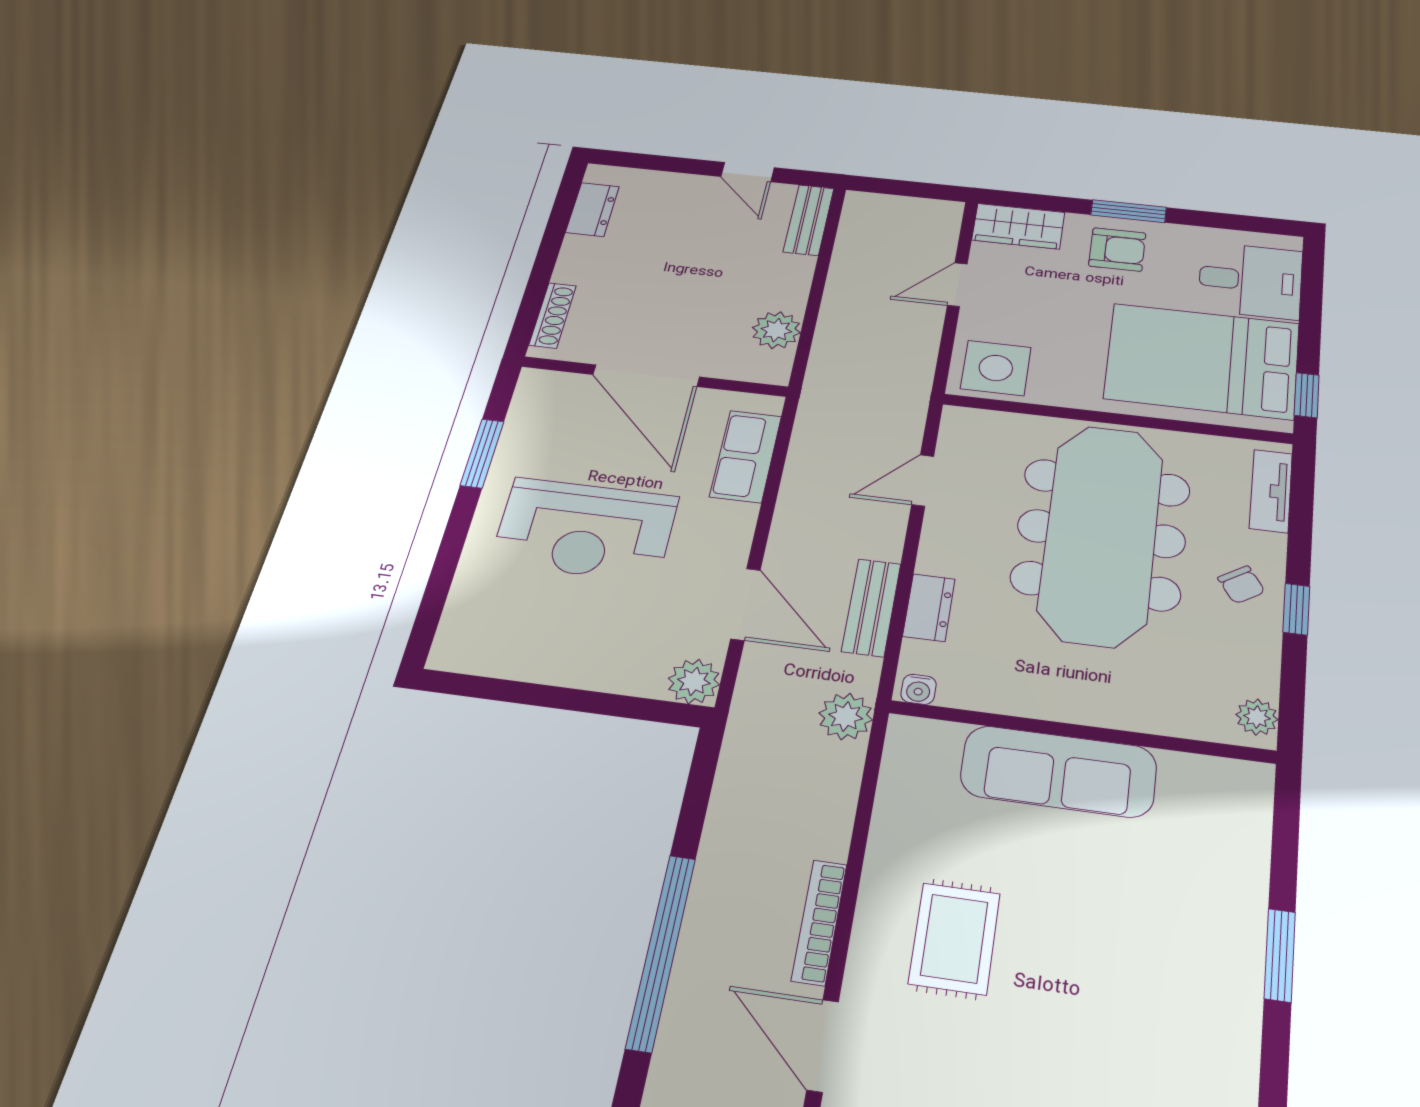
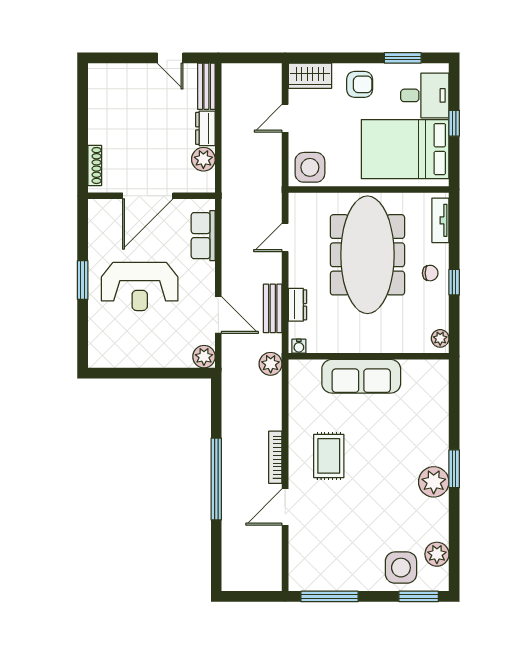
dresser: (592, 209) -> (205, 128), moved, turned 180
window: (1128, 211) -> (403, 58), moved
door: (646, 376) -> (148, 196), hinge flipped
window: (1307, 395) -> (454, 123), moved
window: (482, 453) -> (83, 280), moved
chair: (1241, 585) -> (430, 273), turned -57
window: (1280, 955) -> (454, 469), moved
plant: (1221, 1041) -> (434, 482), added
door: (823, 1046) -> (285, 507), hinge flipped

